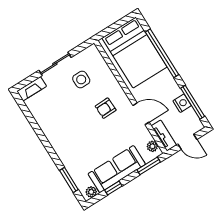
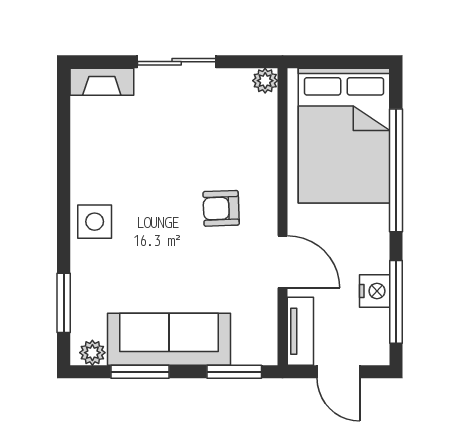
side table: (81, 80) -> (95, 222), moved
plant: (152, 146) -> (265, 81), moved
window: (113, 188) -> (140, 372), width x1.50

